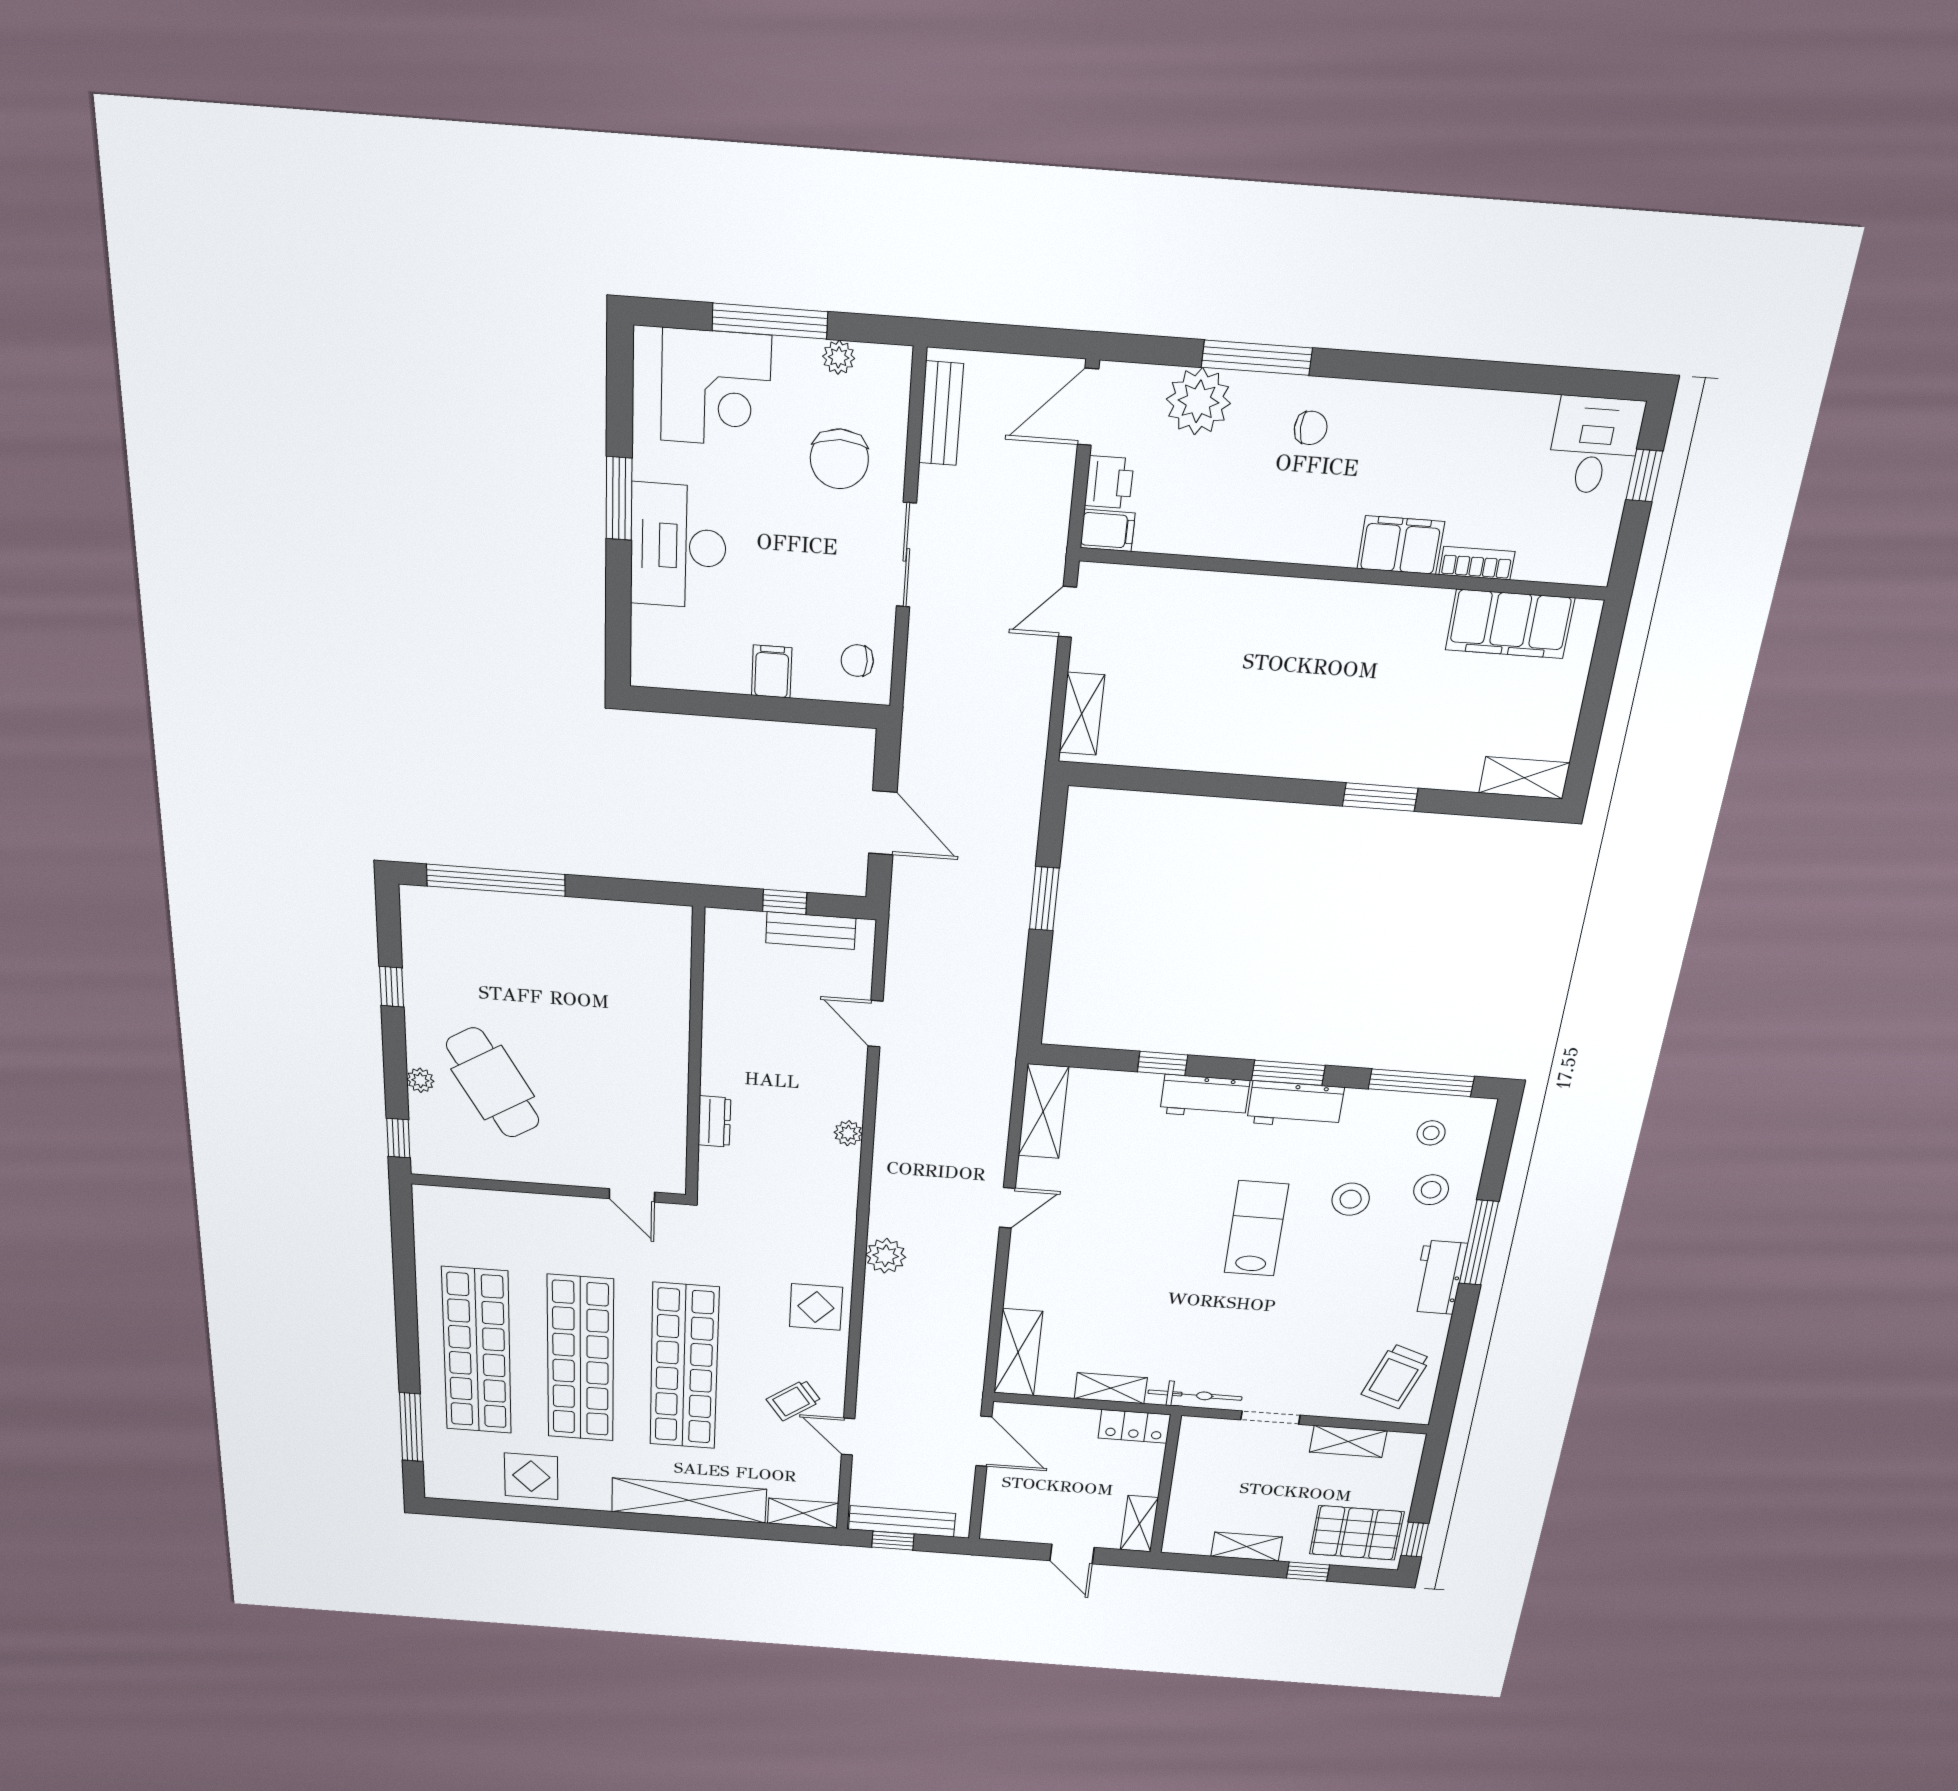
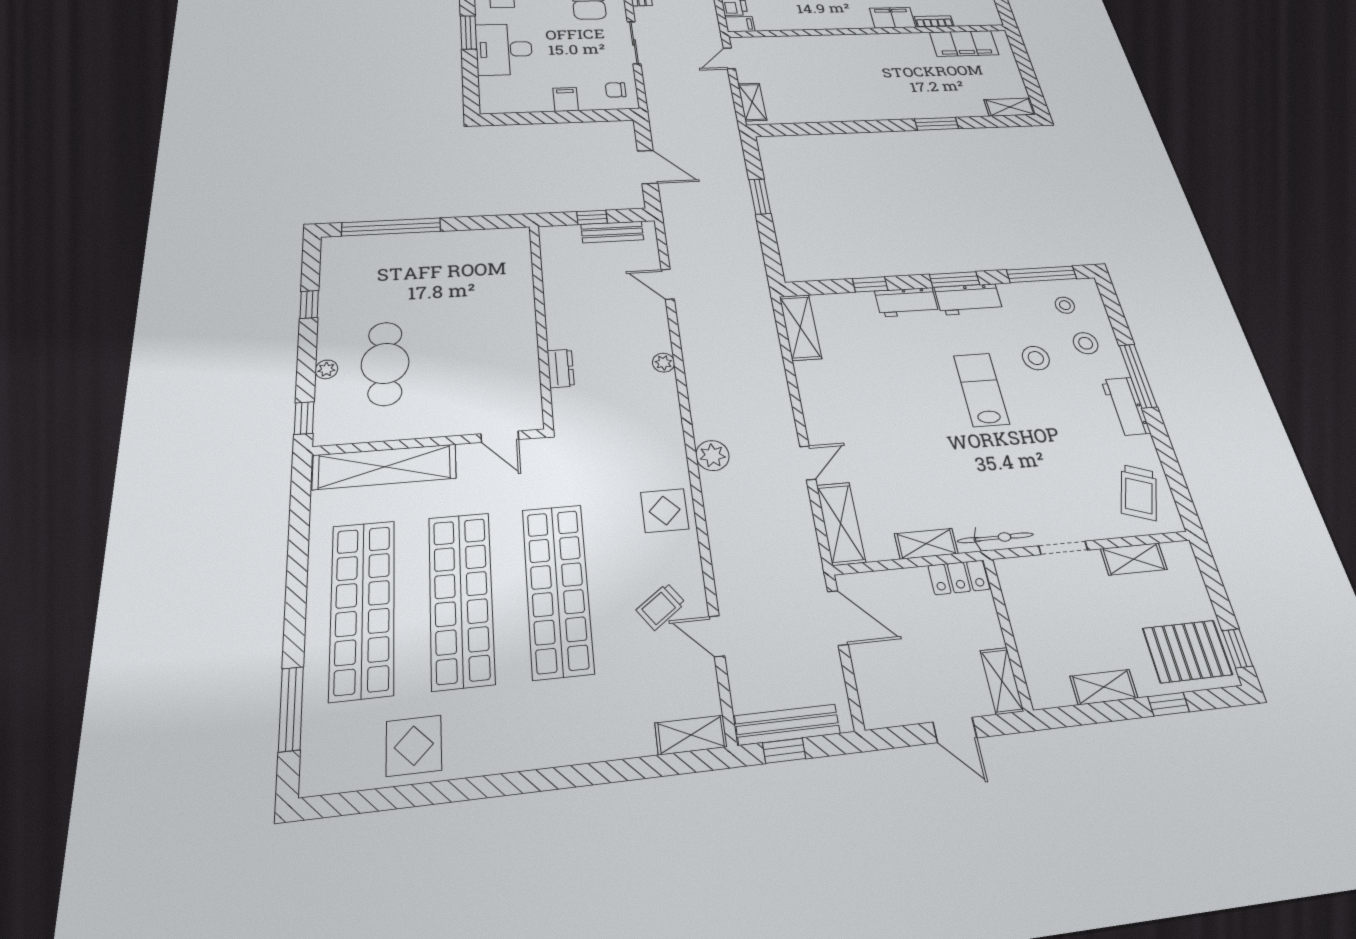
cafe table: (493, 1083) -> (385, 363), turned 31
door: (1007, 1208) -> (808, 463), moved
shelving: (689, 1500) -> (385, 467), moved

